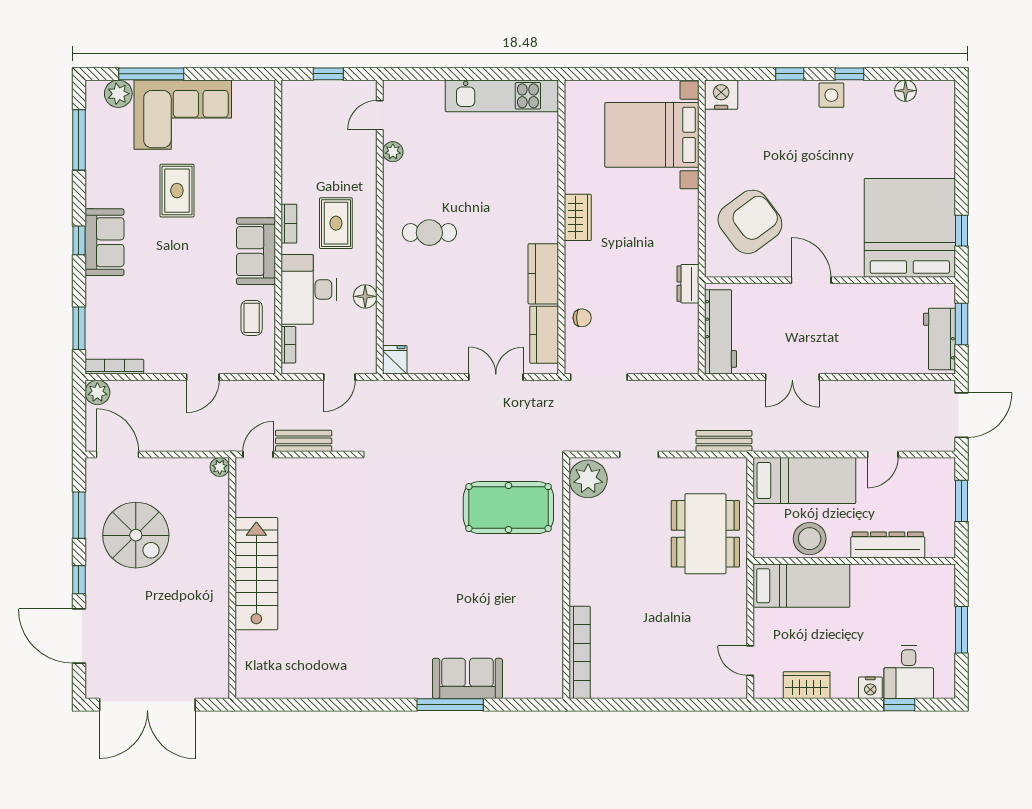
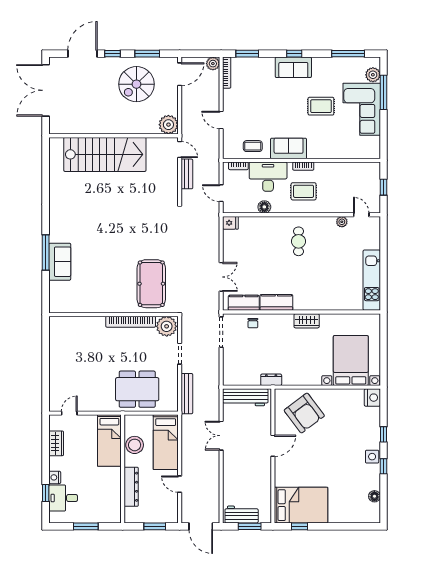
bed: (910, 228) -> (301, 505), width x0.73
bench: (724, 441) -> (187, 394), width x1.36
plant: (220, 467) -> (168, 125), width x1.88, depth x1.88
stairs: (256, 574) -> (105, 154), width x1.36, depth x1.51
bookcase: (580, 652) -> (131, 322), moved

